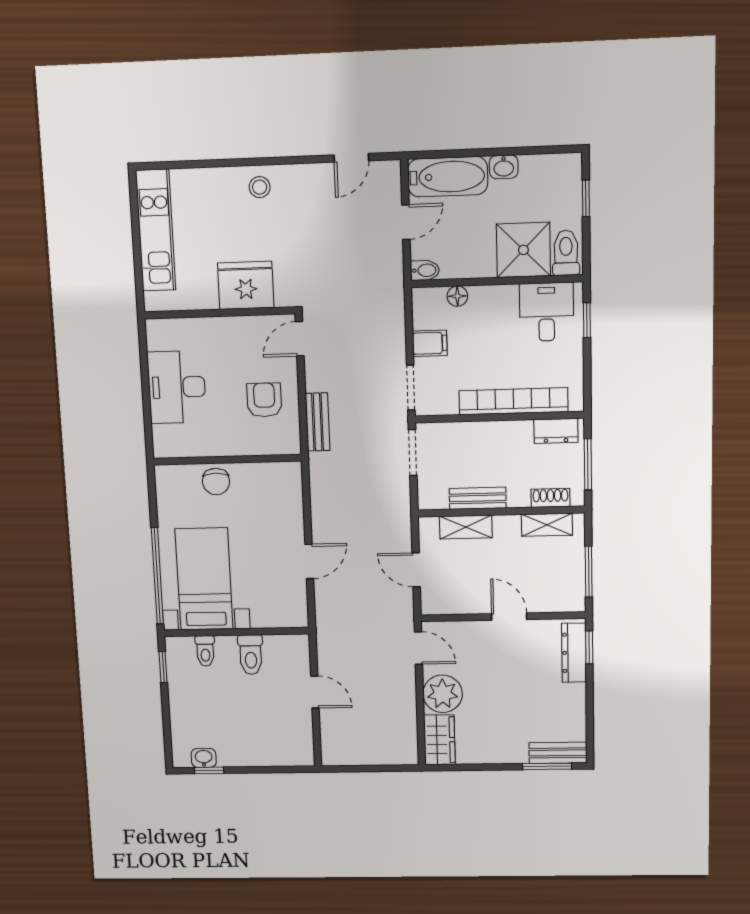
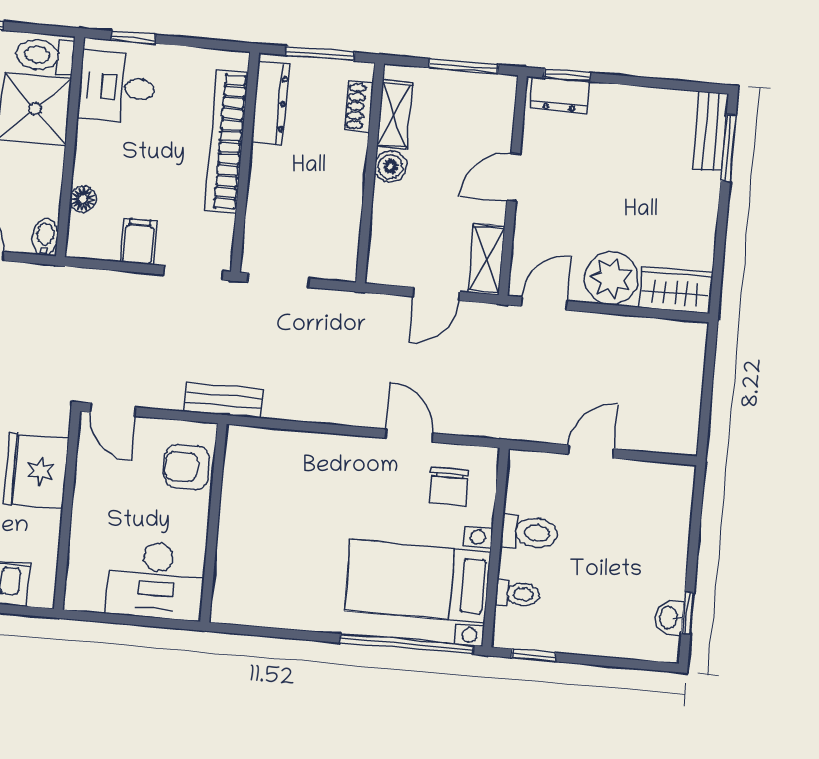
dresser: (556, 431) -> (270, 103), width x1.44
wall: (227, 460) -> (213, 523), moved
chair: (216, 482) -> (449, 487), moved, turned 90
bench: (478, 498) -> (349, 202), removed
boiler: (508, 526) -> (391, 167), added
shelving: (466, 527) -> (486, 259), moved
dresser: (574, 653) -> (560, 95), width x0.70

